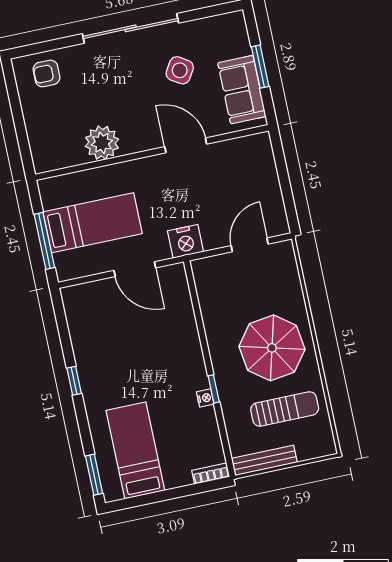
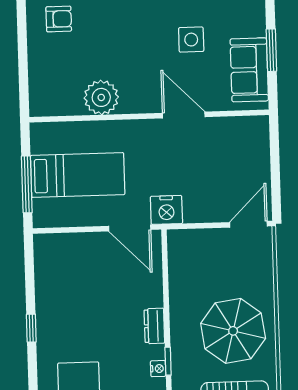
side table: (180, 70) -> (191, 40), turned -32
armchair: (46, 73) -> (59, 19), turned 180
door: (250, 245) -> (248, 224), moved
door: (135, 269) -> (130, 228), moved
dresser: (194, 357) -> (154, 326), added

